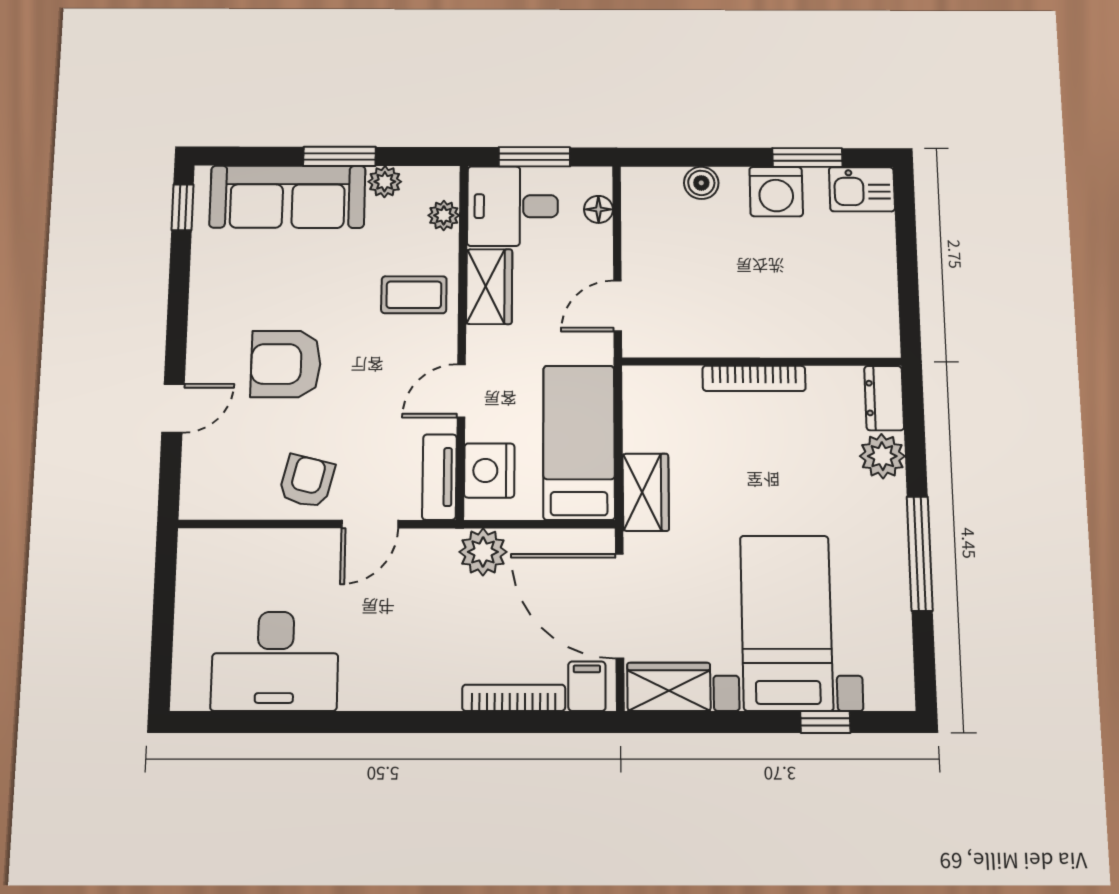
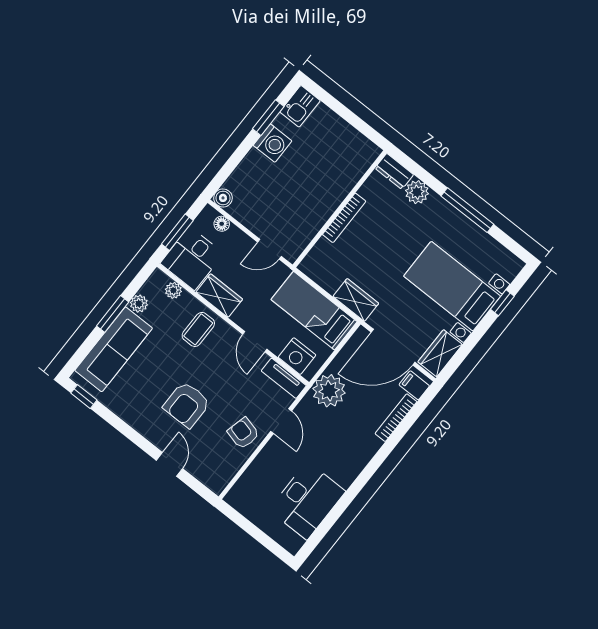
boiler: (701, 183) -> (223, 198), moved
door: (618, 306) -> (269, 249), hinge flipped
plant: (483, 552) -> (329, 391), width x1.36, depth x1.36

